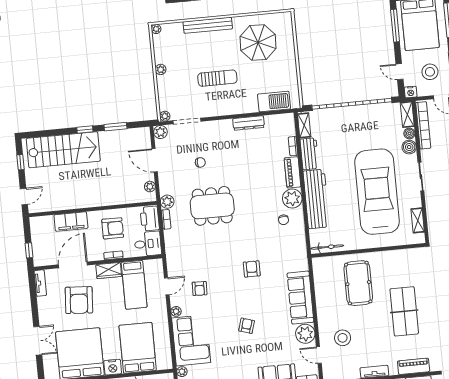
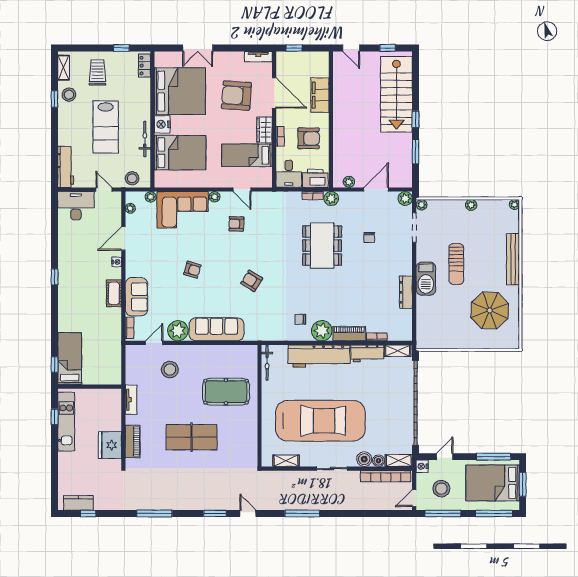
barbecue: (274, 102) -> (426, 279), moved
armchair: (113, 228) -> (309, 138), turned -90
armchair: (252, 269) -> (252, 281), turned -148

